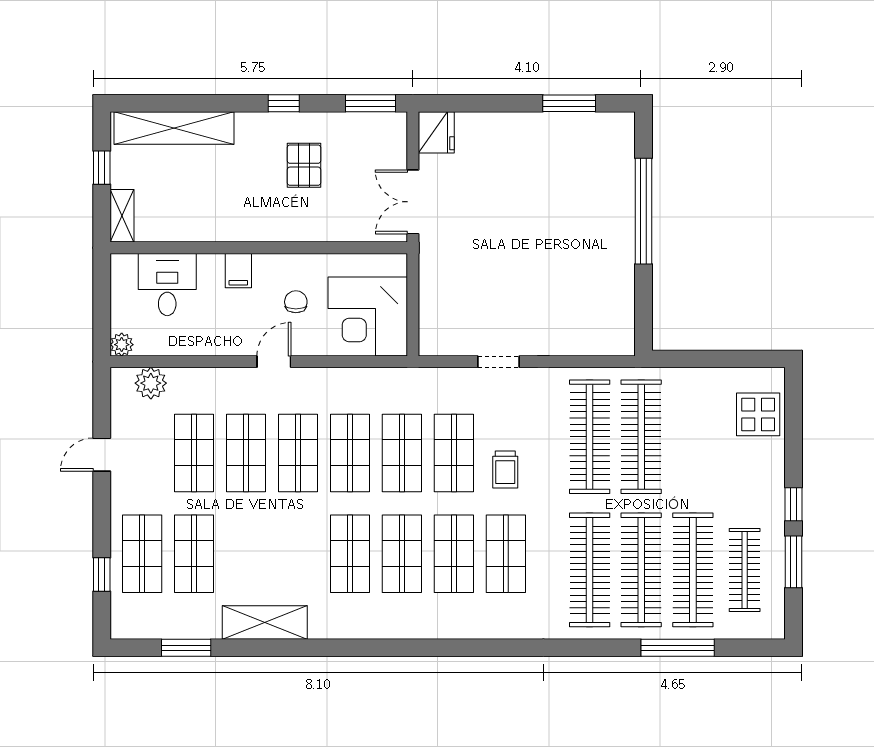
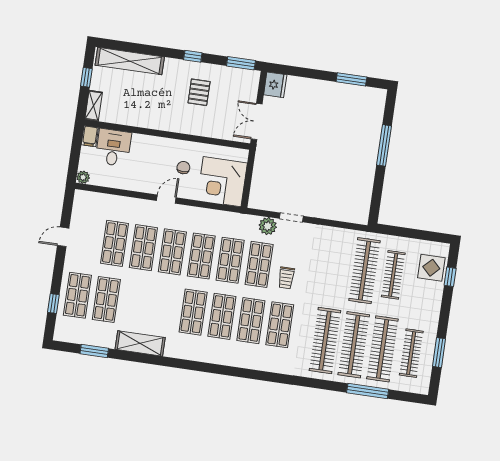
window: (643, 211) -> (384, 145), width x0.68
filing cabinet: (238, 271) -> (90, 136), moved
plant: (151, 383) -> (268, 226), moved
clothes rail: (590, 437) -> (393, 275), moved, width x0.73, depth x0.76
window: (793, 504) -> (450, 277), moved

